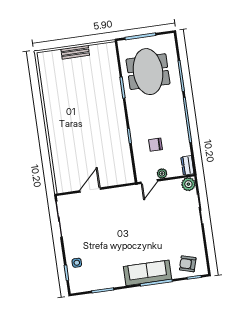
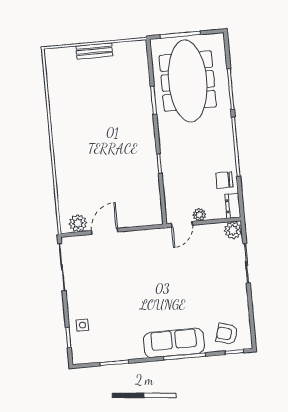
meeting table: (148, 72) -> (188, 81), width x1.36
chair: (156, 145) -> (224, 180), moved
plant: (69, 185) -> (78, 223), added

